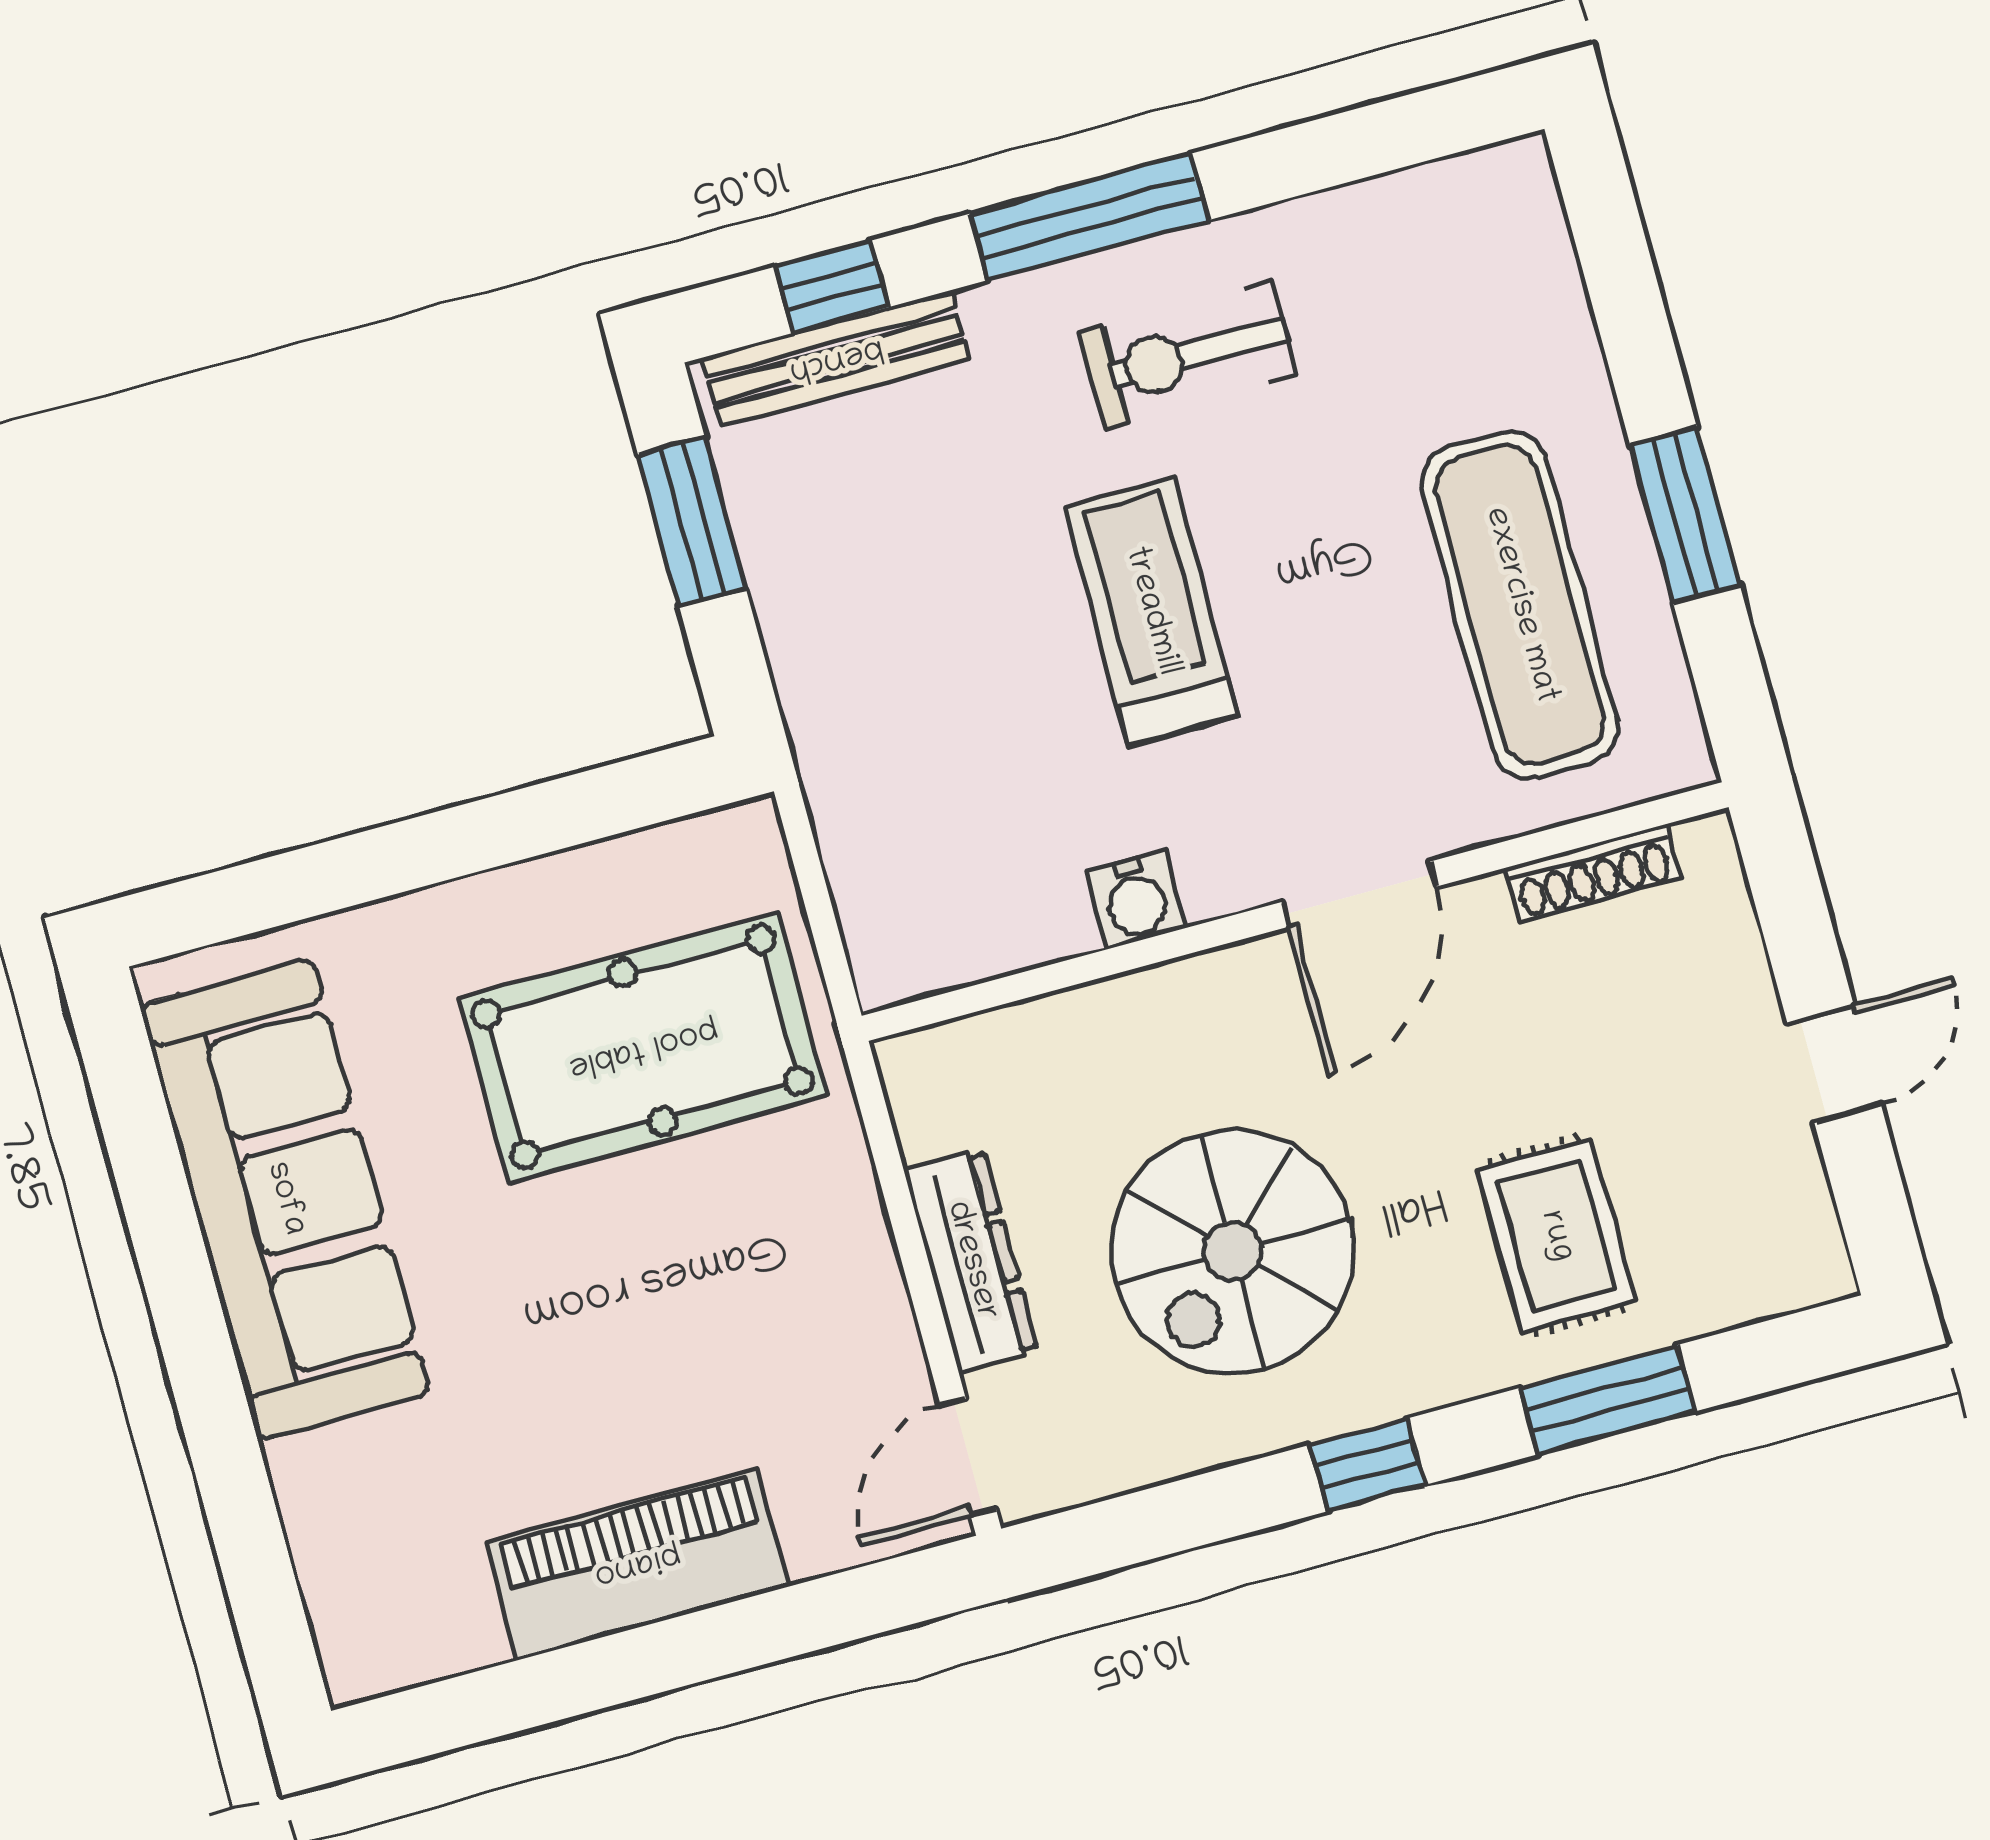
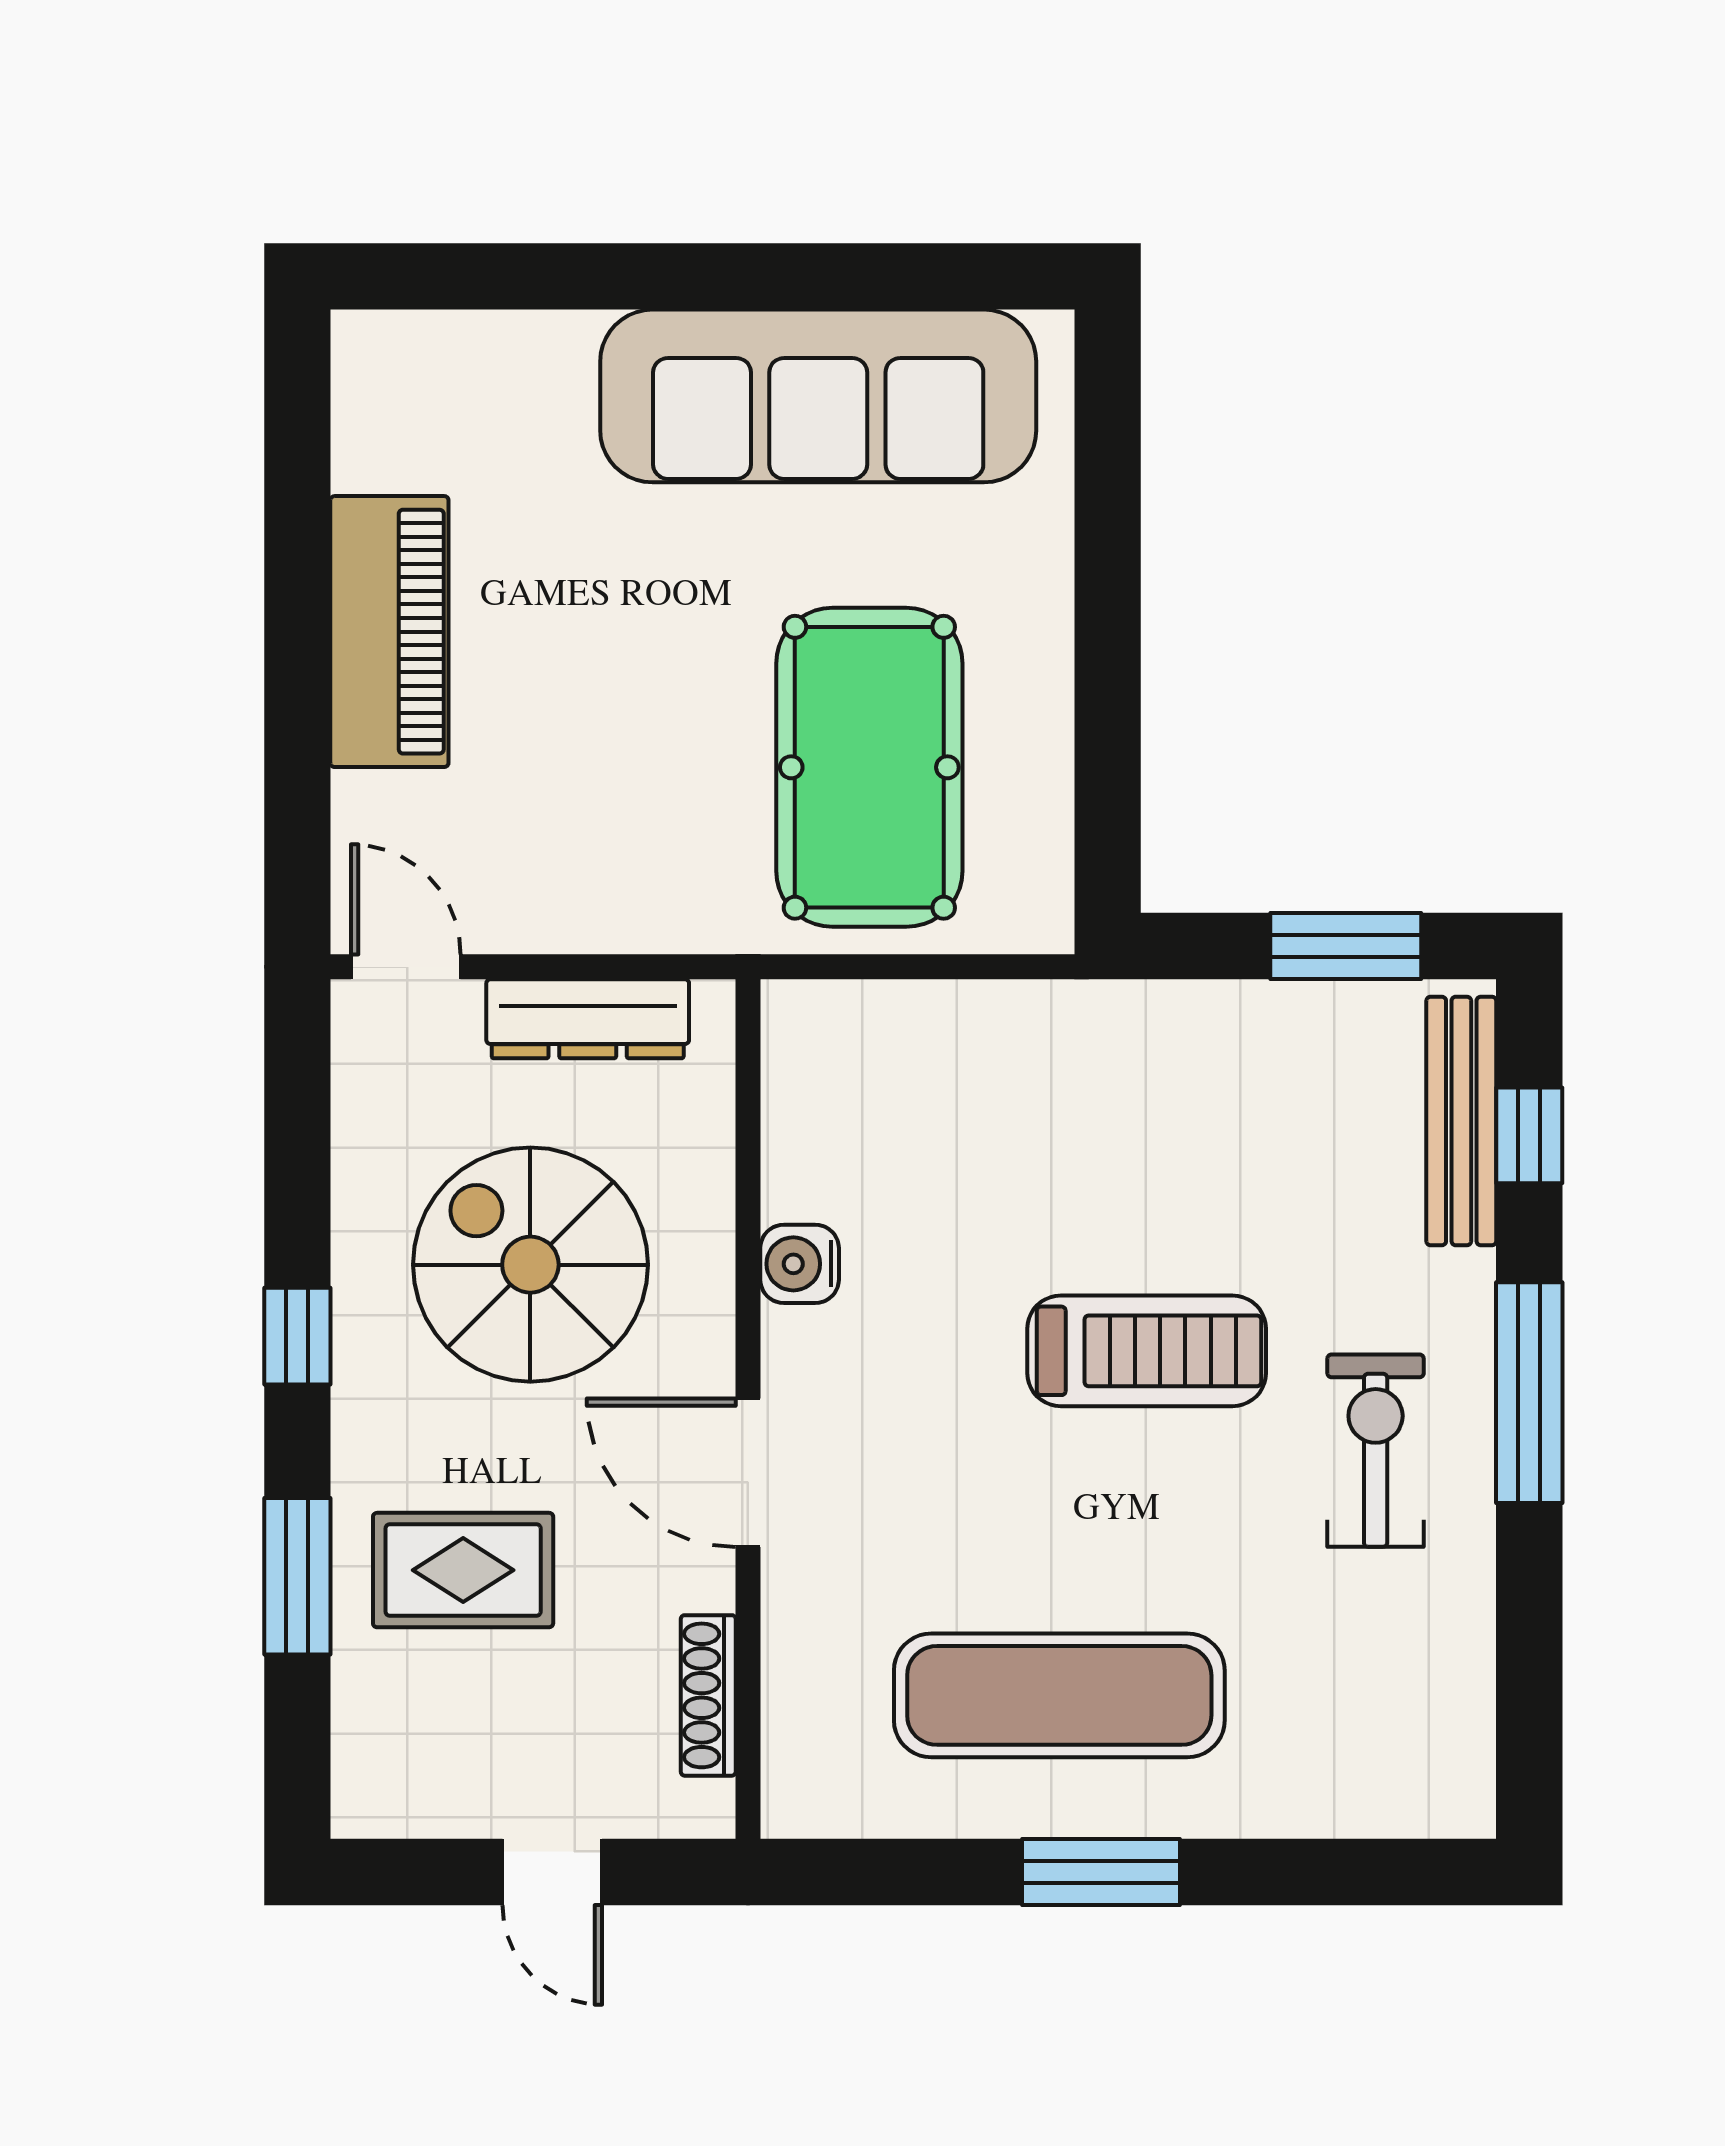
shoe rack: (1593, 873) -> (708, 1695), moved
door: (1359, 894) -> (748, 1473), moved
water cooler: (1136, 899) -> (800, 1264), moved
wall: (1295, 912) -> (748, 1409), moved

